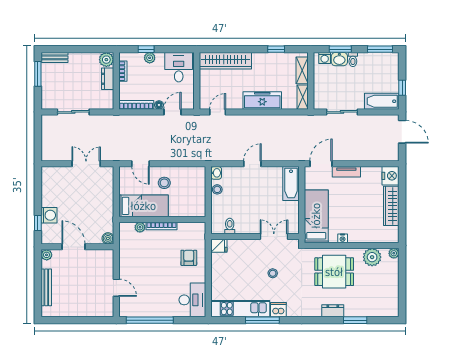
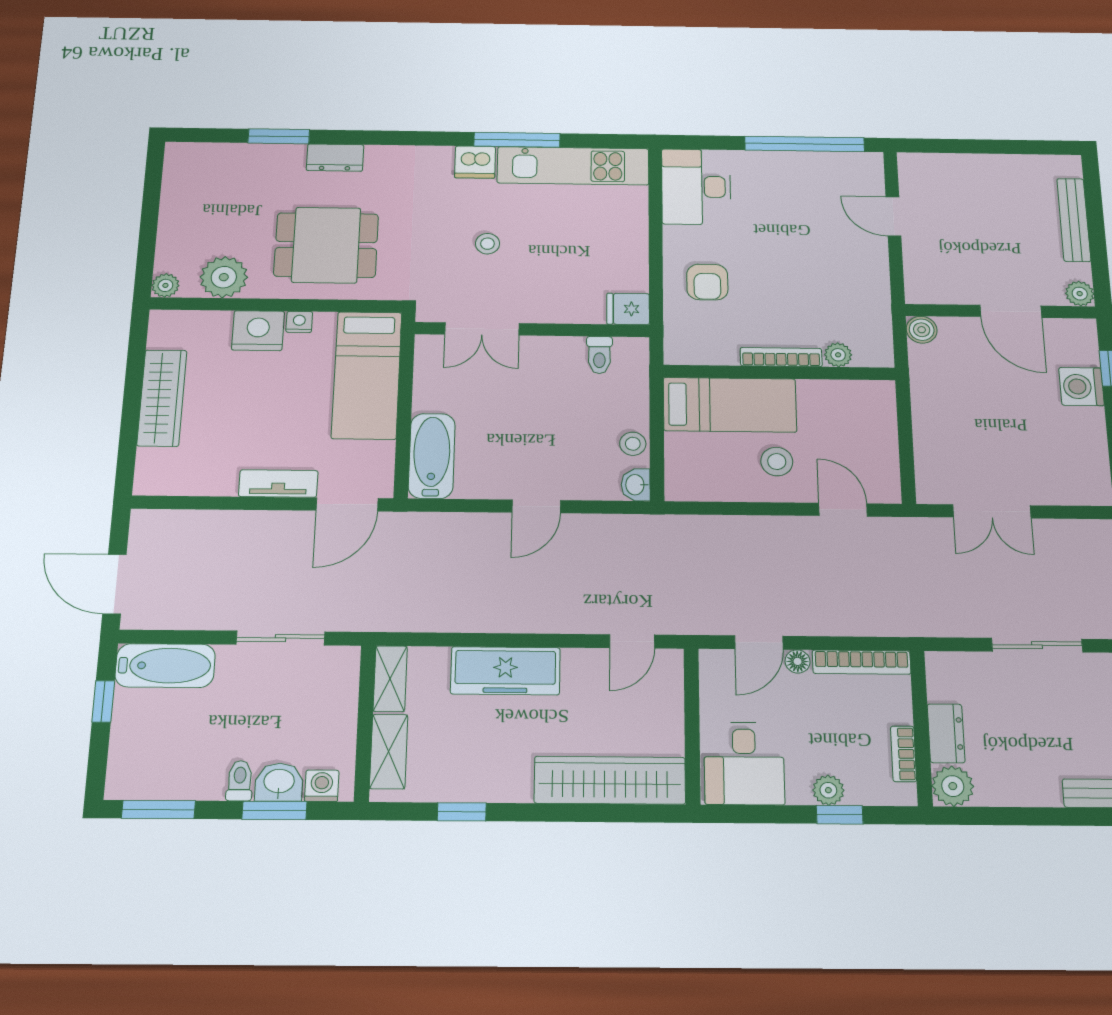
nightstand: (391, 176) -> (258, 331), moved, turned 90
bed: (143, 206) -> (730, 405), moved, turned 180

